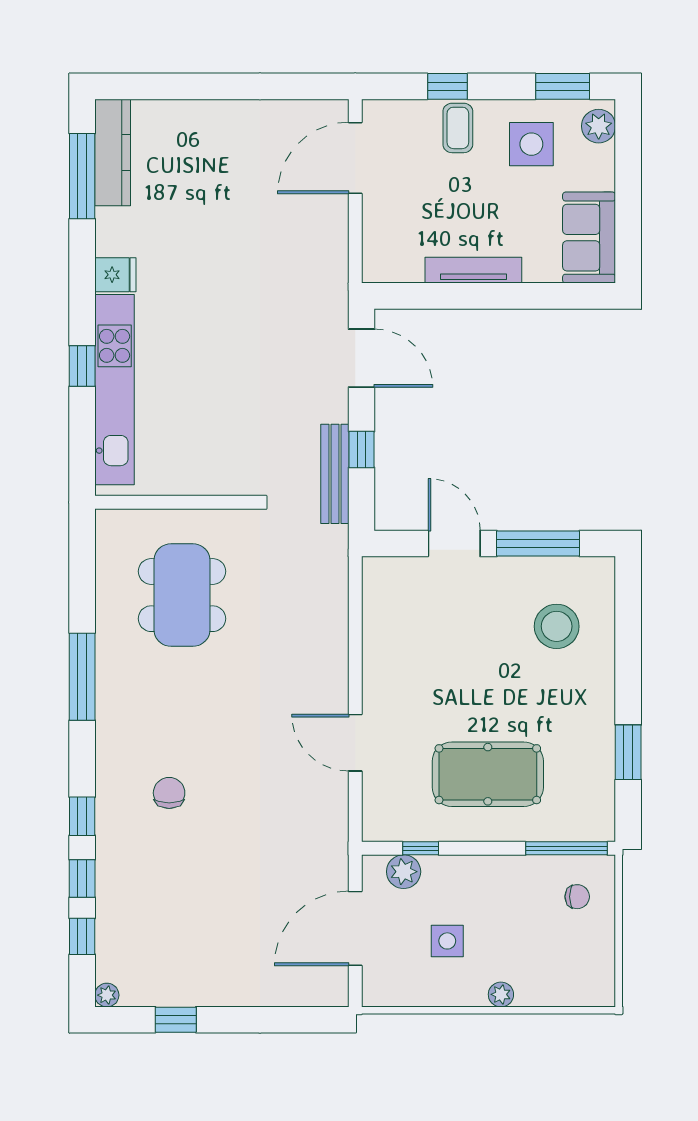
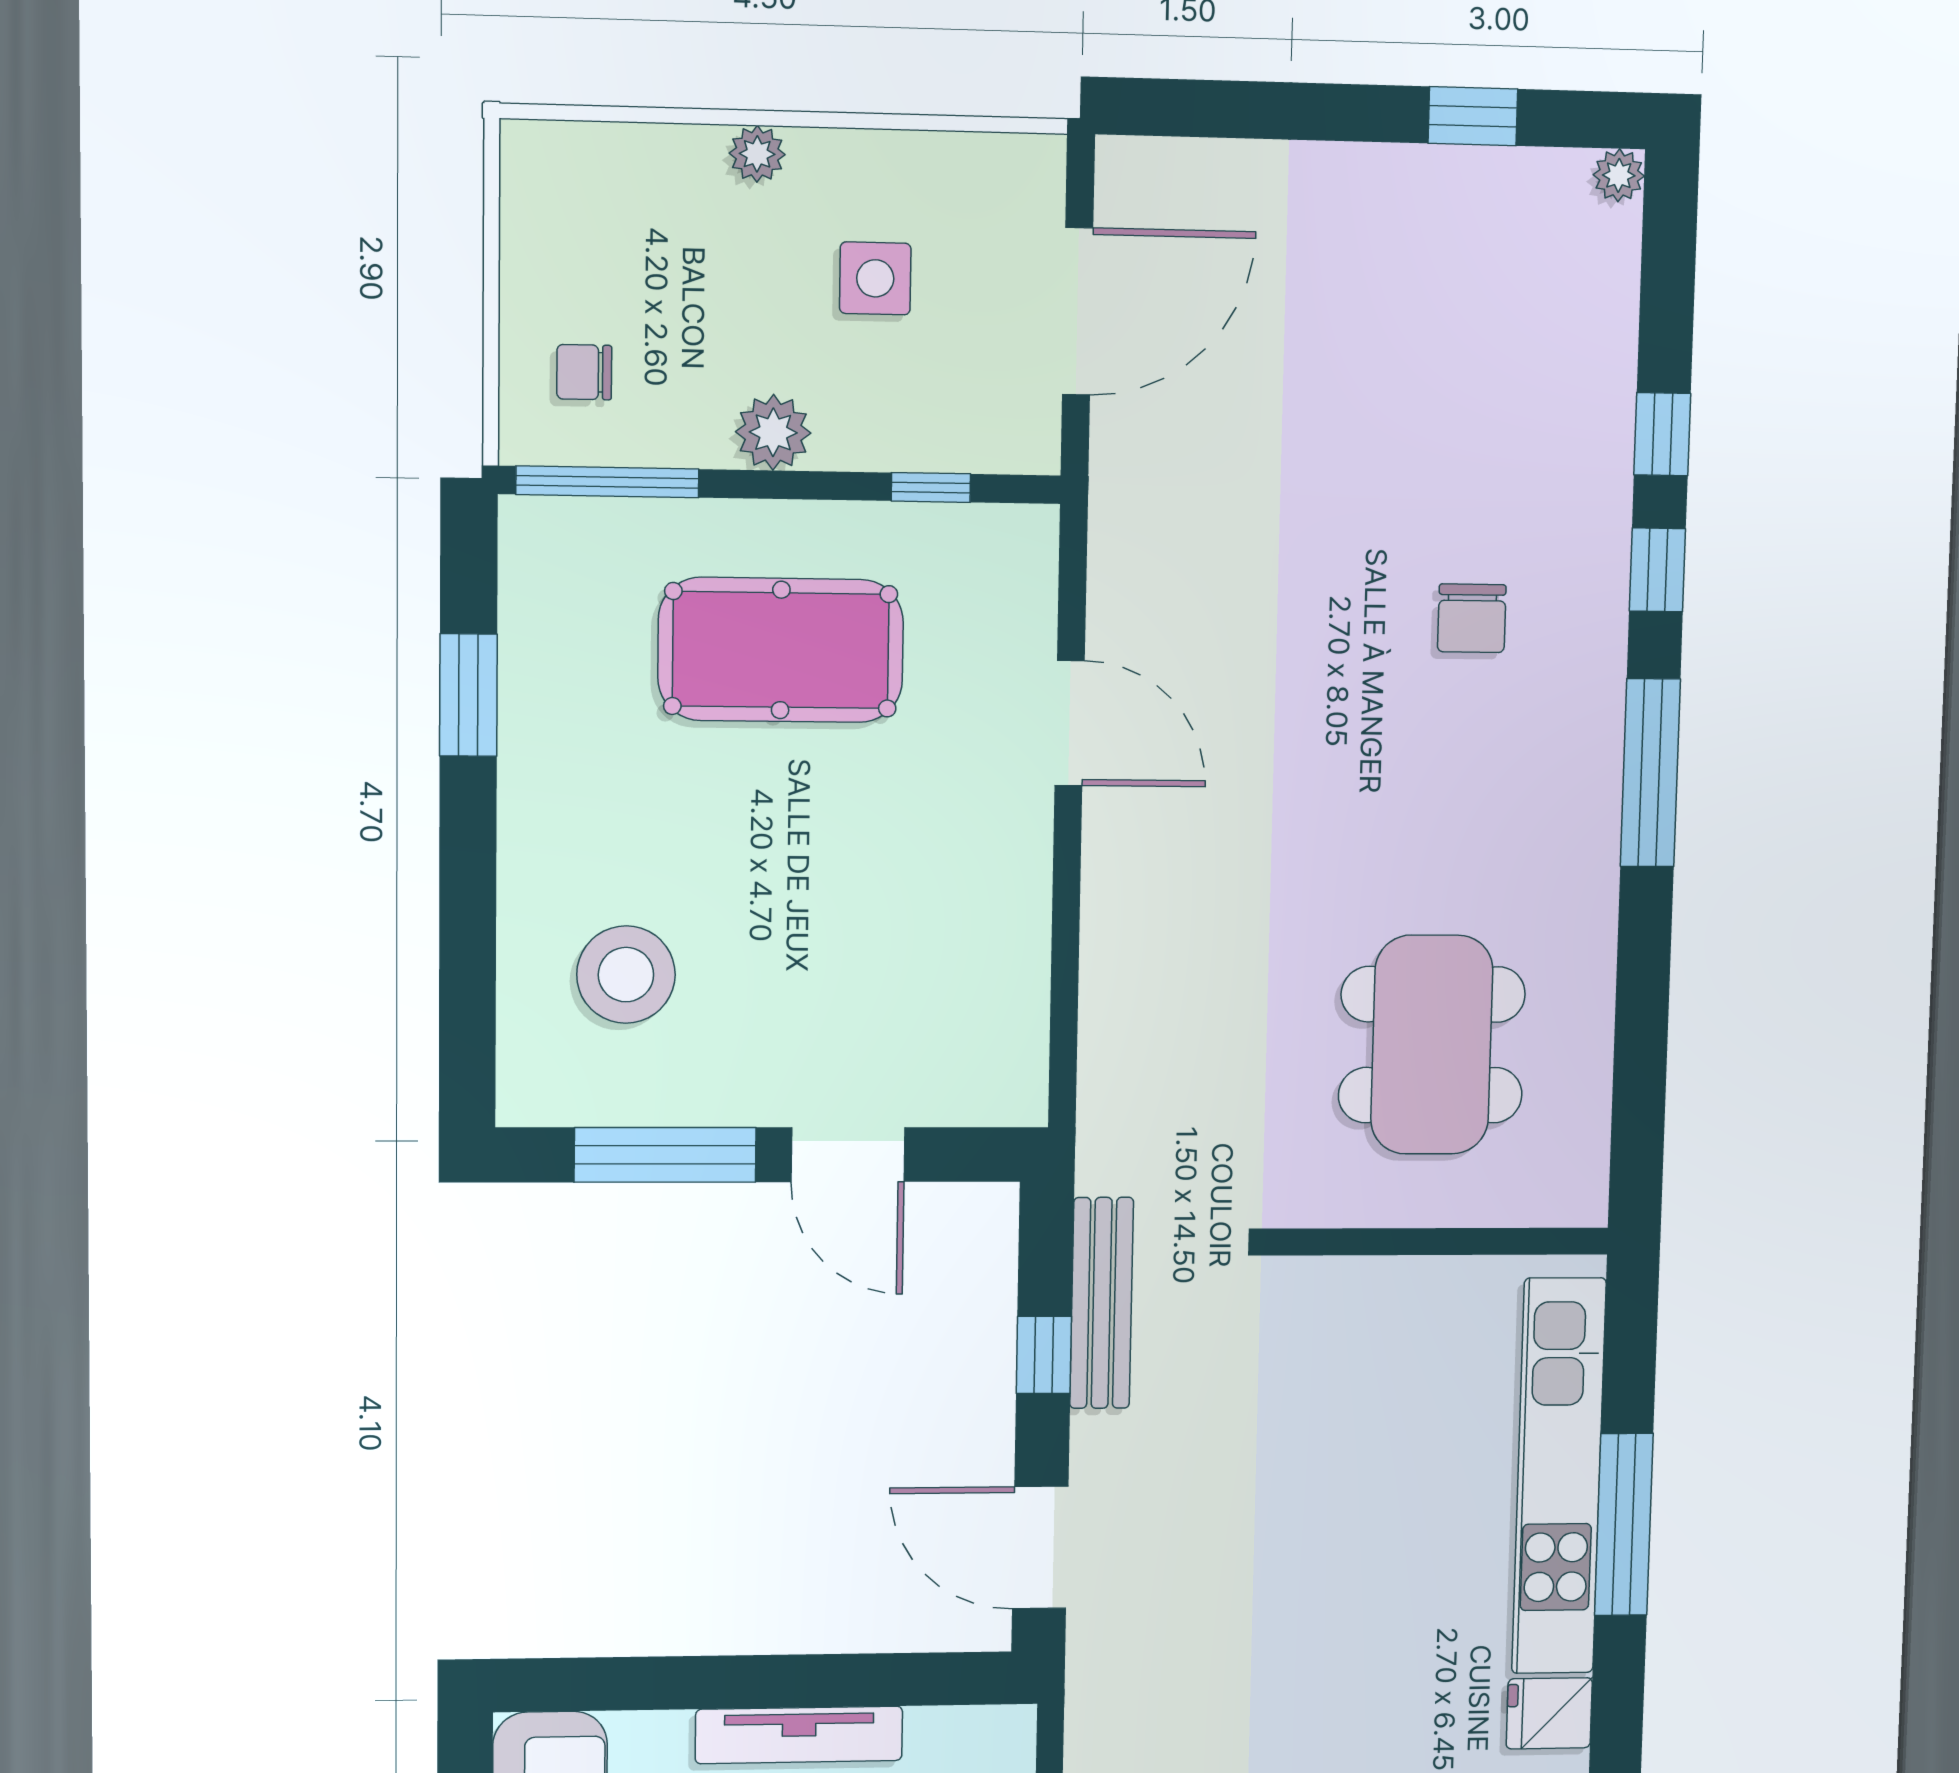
window: (82, 366) -> (1624, 1524), width x2.17
window: (82, 677) -> (1650, 773), moved
plant: (404, 872) -> (773, 432), moved
window: (82, 936) -> (1667, 307), removed

